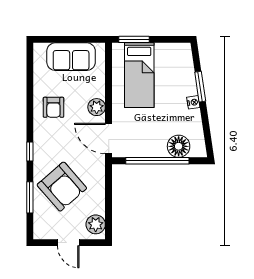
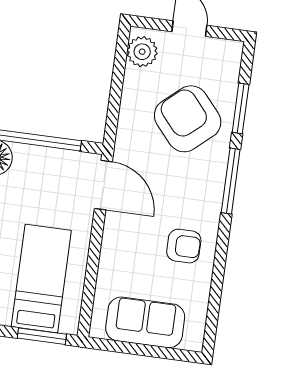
armchair: (53, 107) -> (184, 246), turned 90
plant: (97, 107) -> (116, 237), removed
window: (30, 152) -> (231, 181), width x2.17

